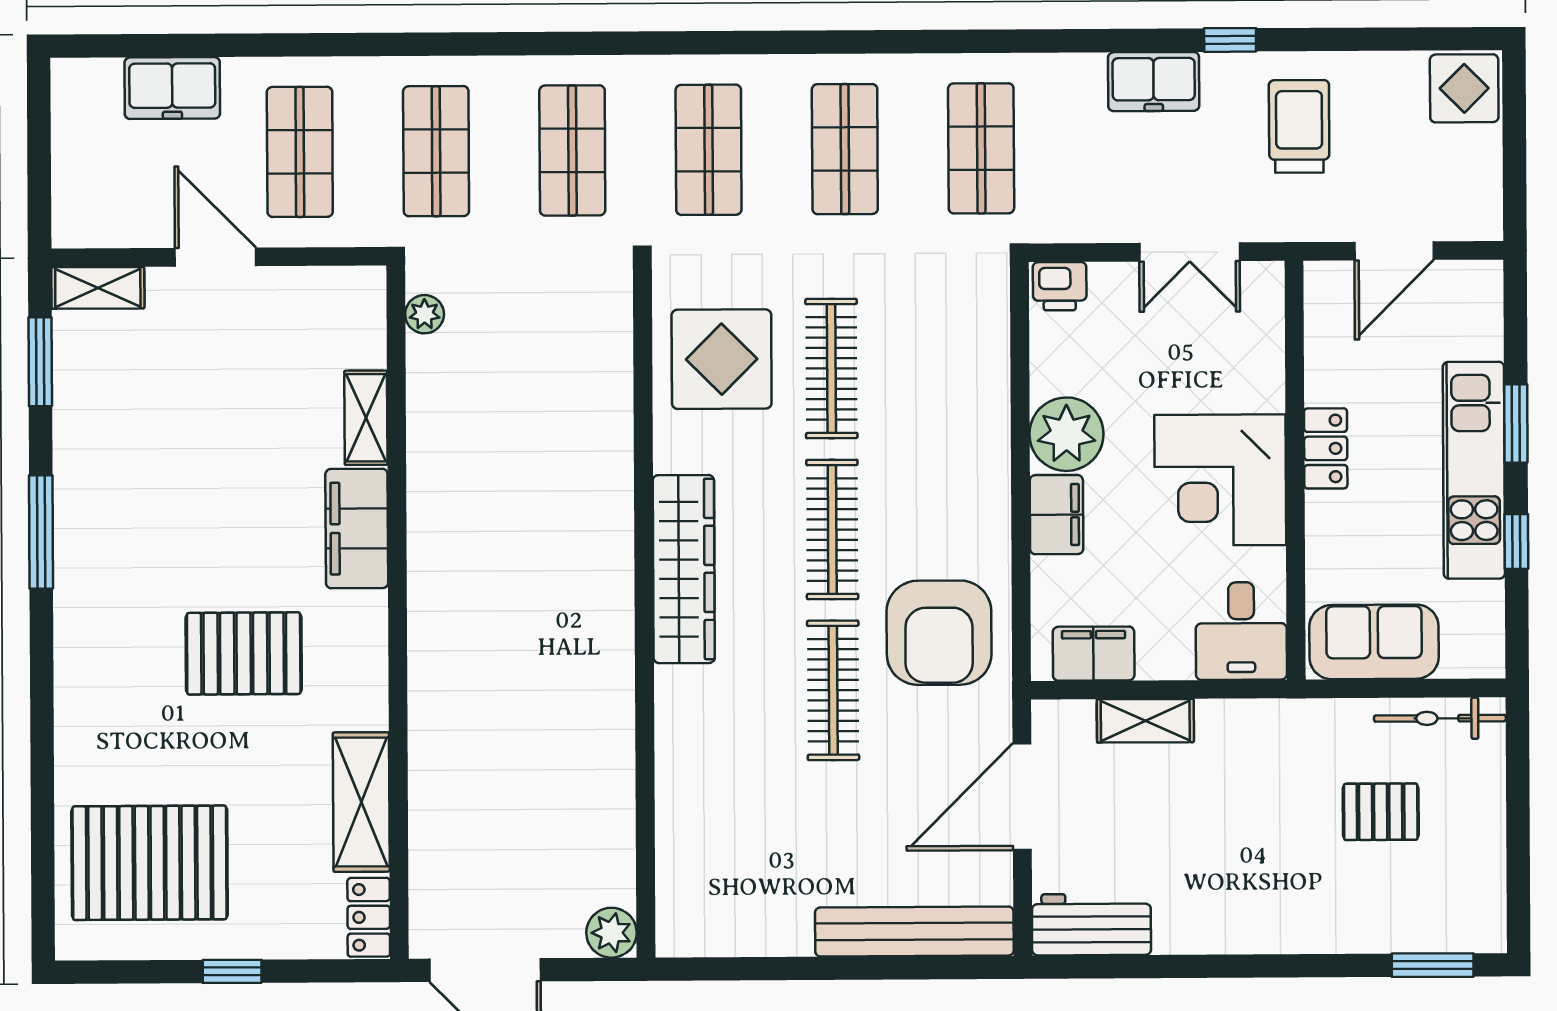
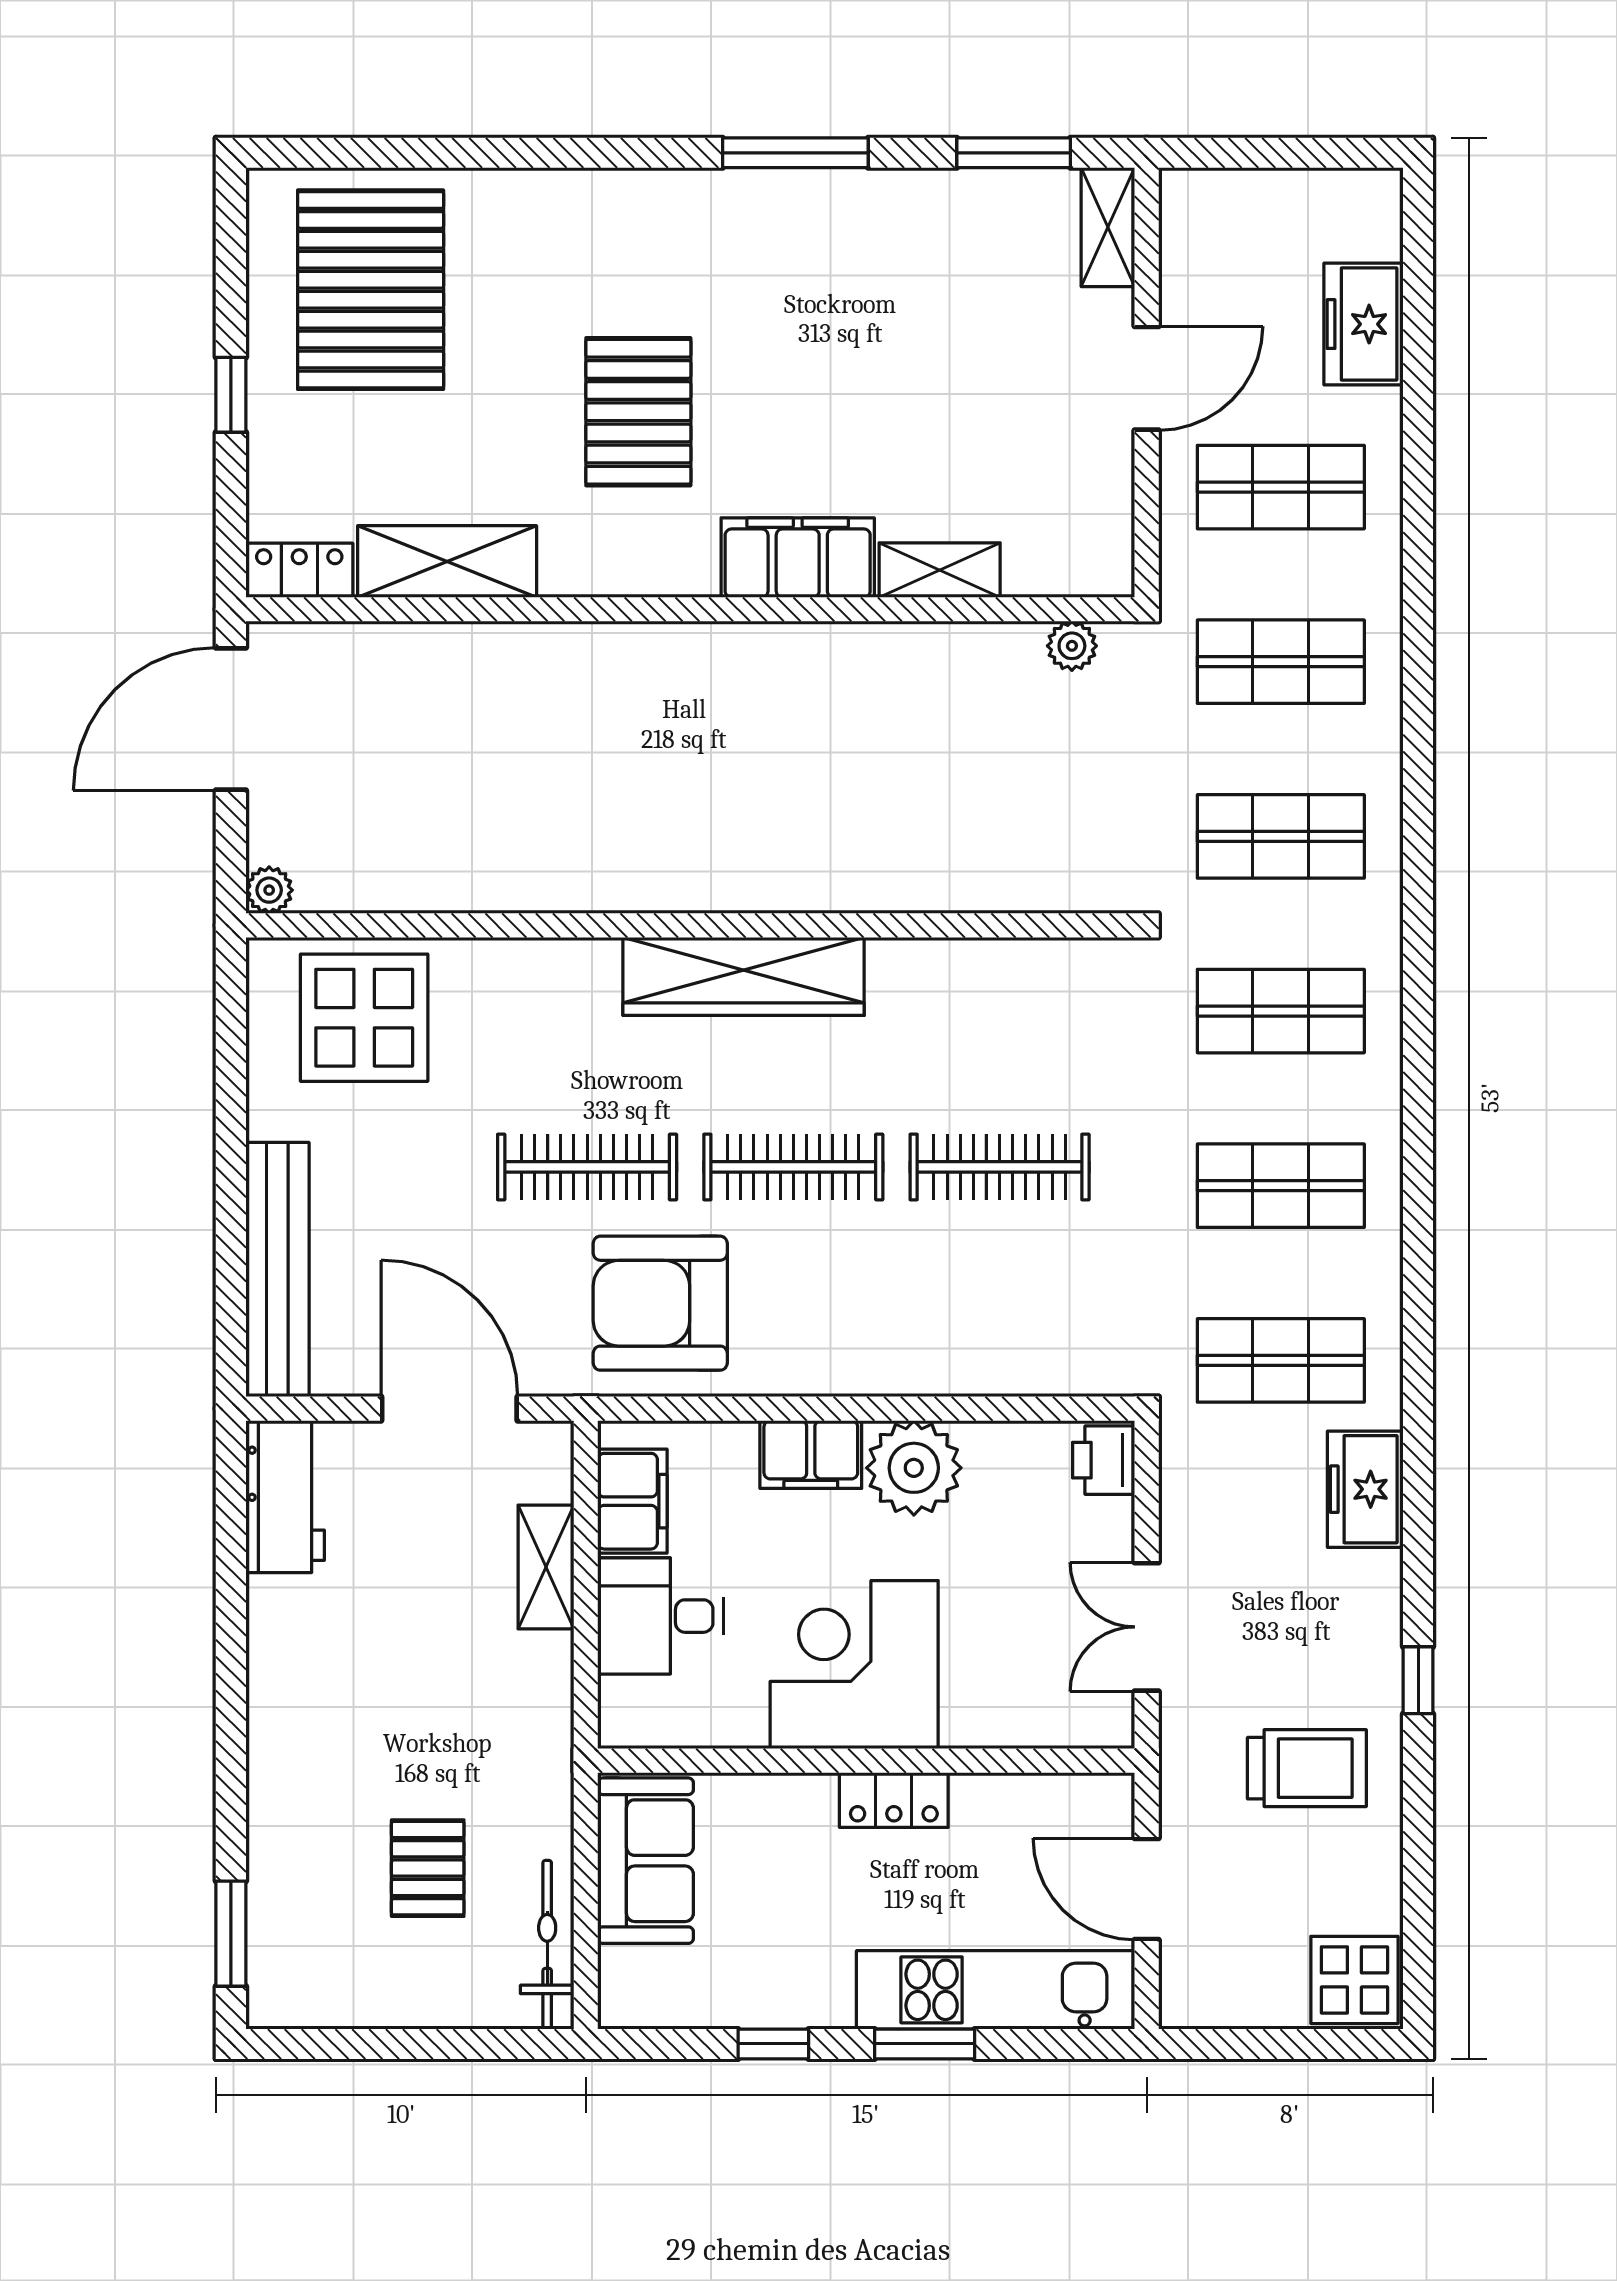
freezer: (1154, 82) -> (1365, 1489), moved
display table: (722, 359) -> (364, 1018), moved
kitchen unit: (1474, 470) -> (996, 1990), moved
desk: (1241, 631) -> (660, 1616), moved
plant: (611, 933) -> (269, 890), width x0.73, depth x0.73

